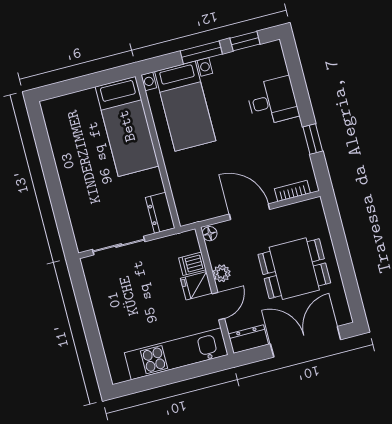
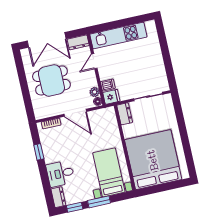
dresser: (275, 58) -> (58, 197), added
bed: (127, 126) -> (153, 160), width x2.04
plant: (222, 273) -> (95, 92), moved
fridge: (196, 286) -> (111, 97), moved

